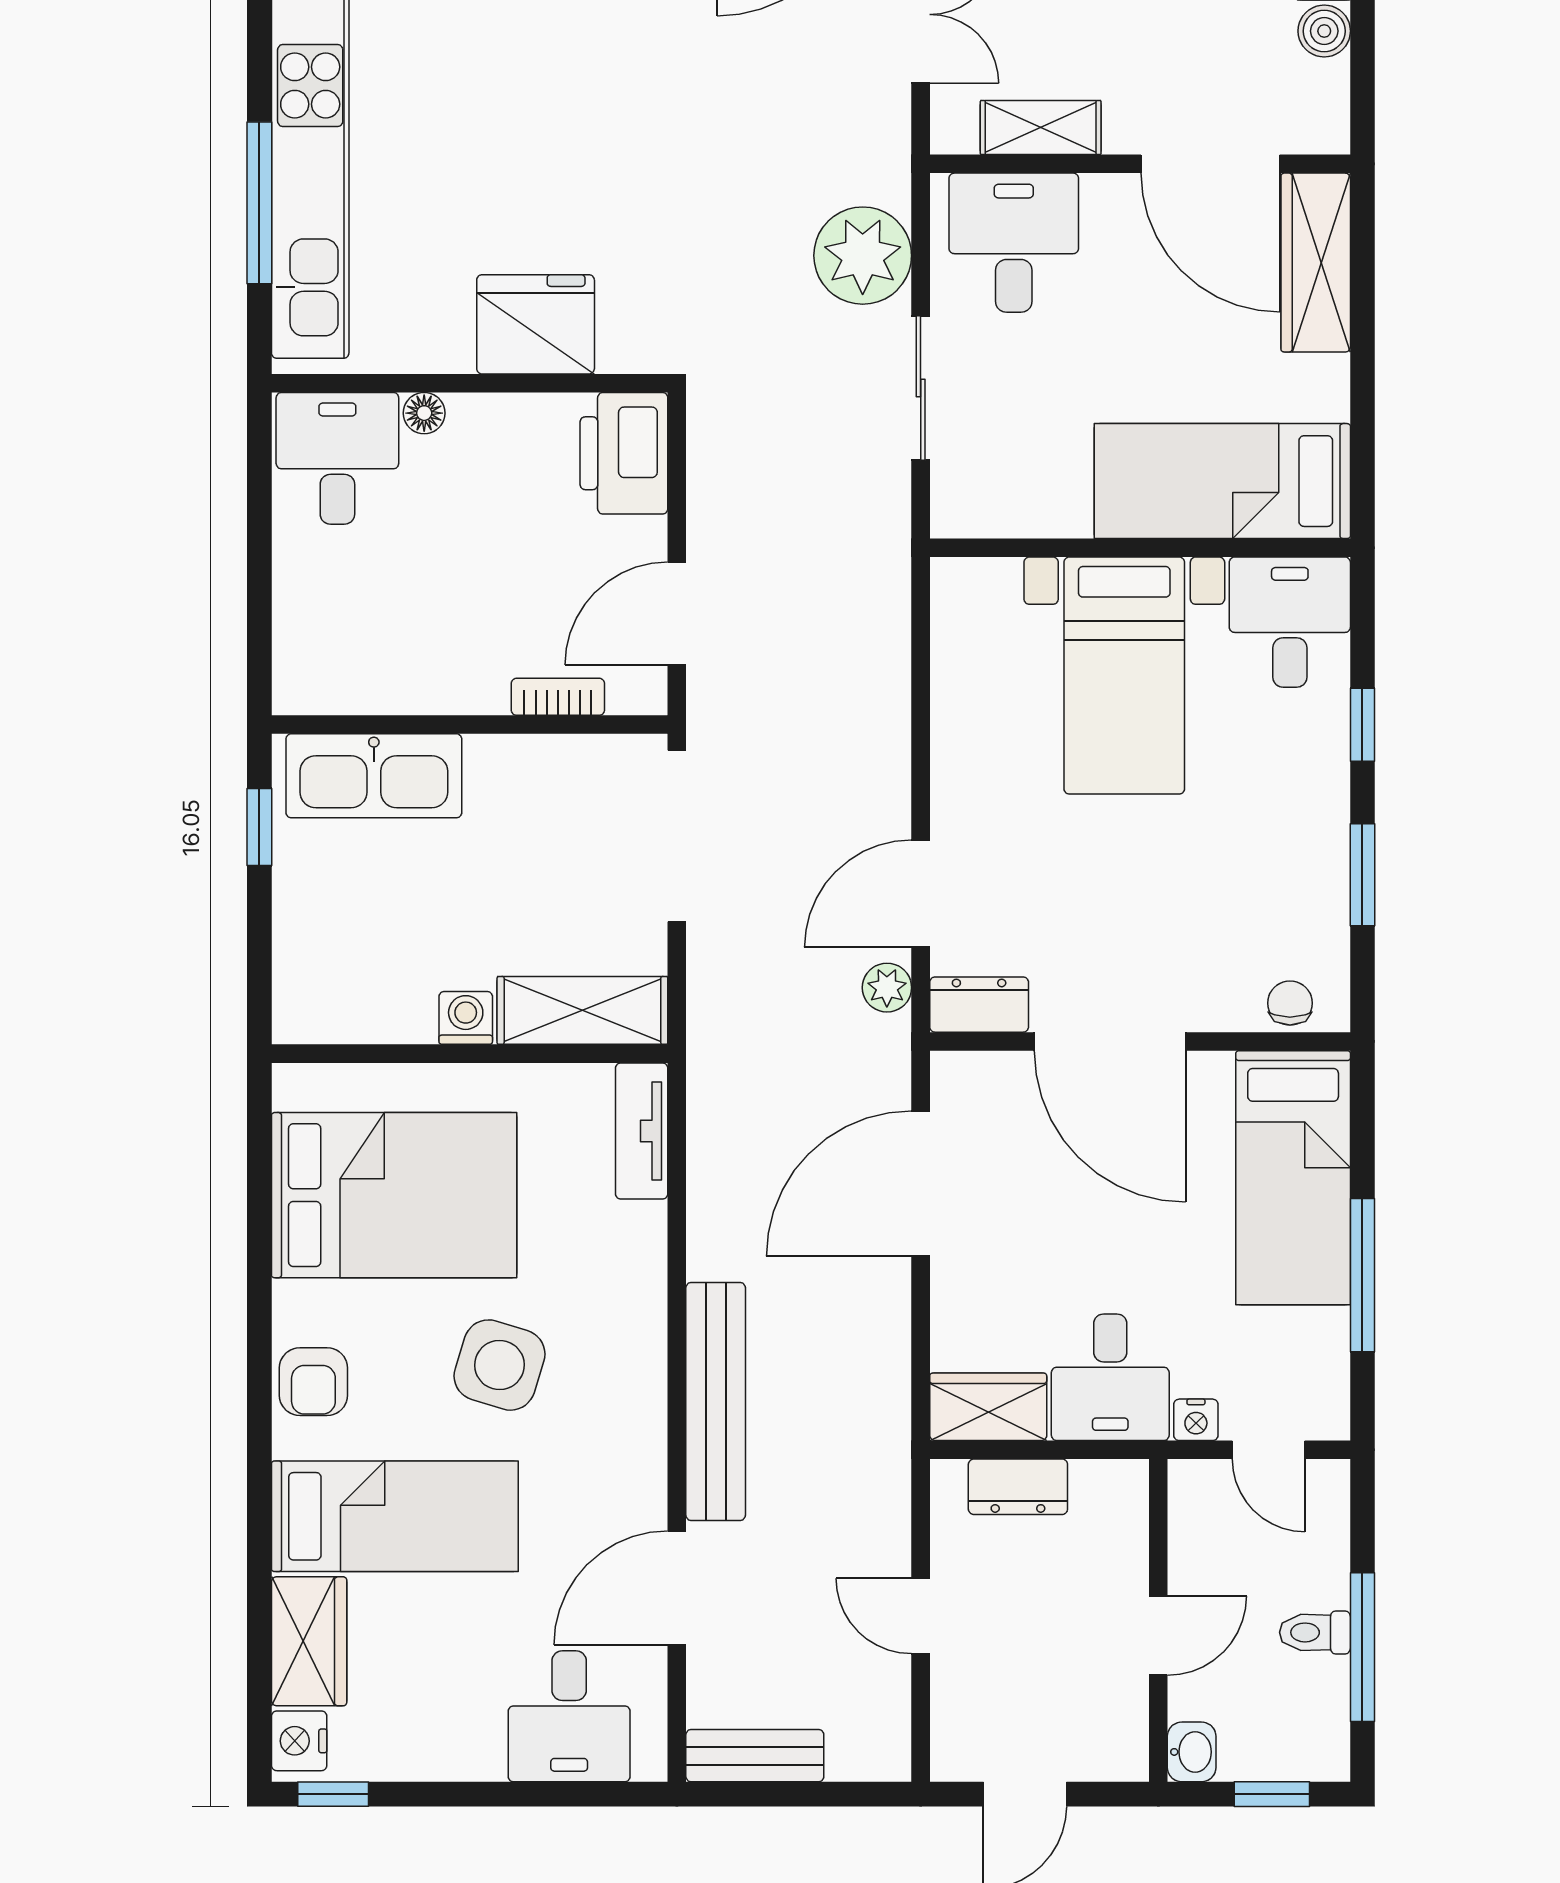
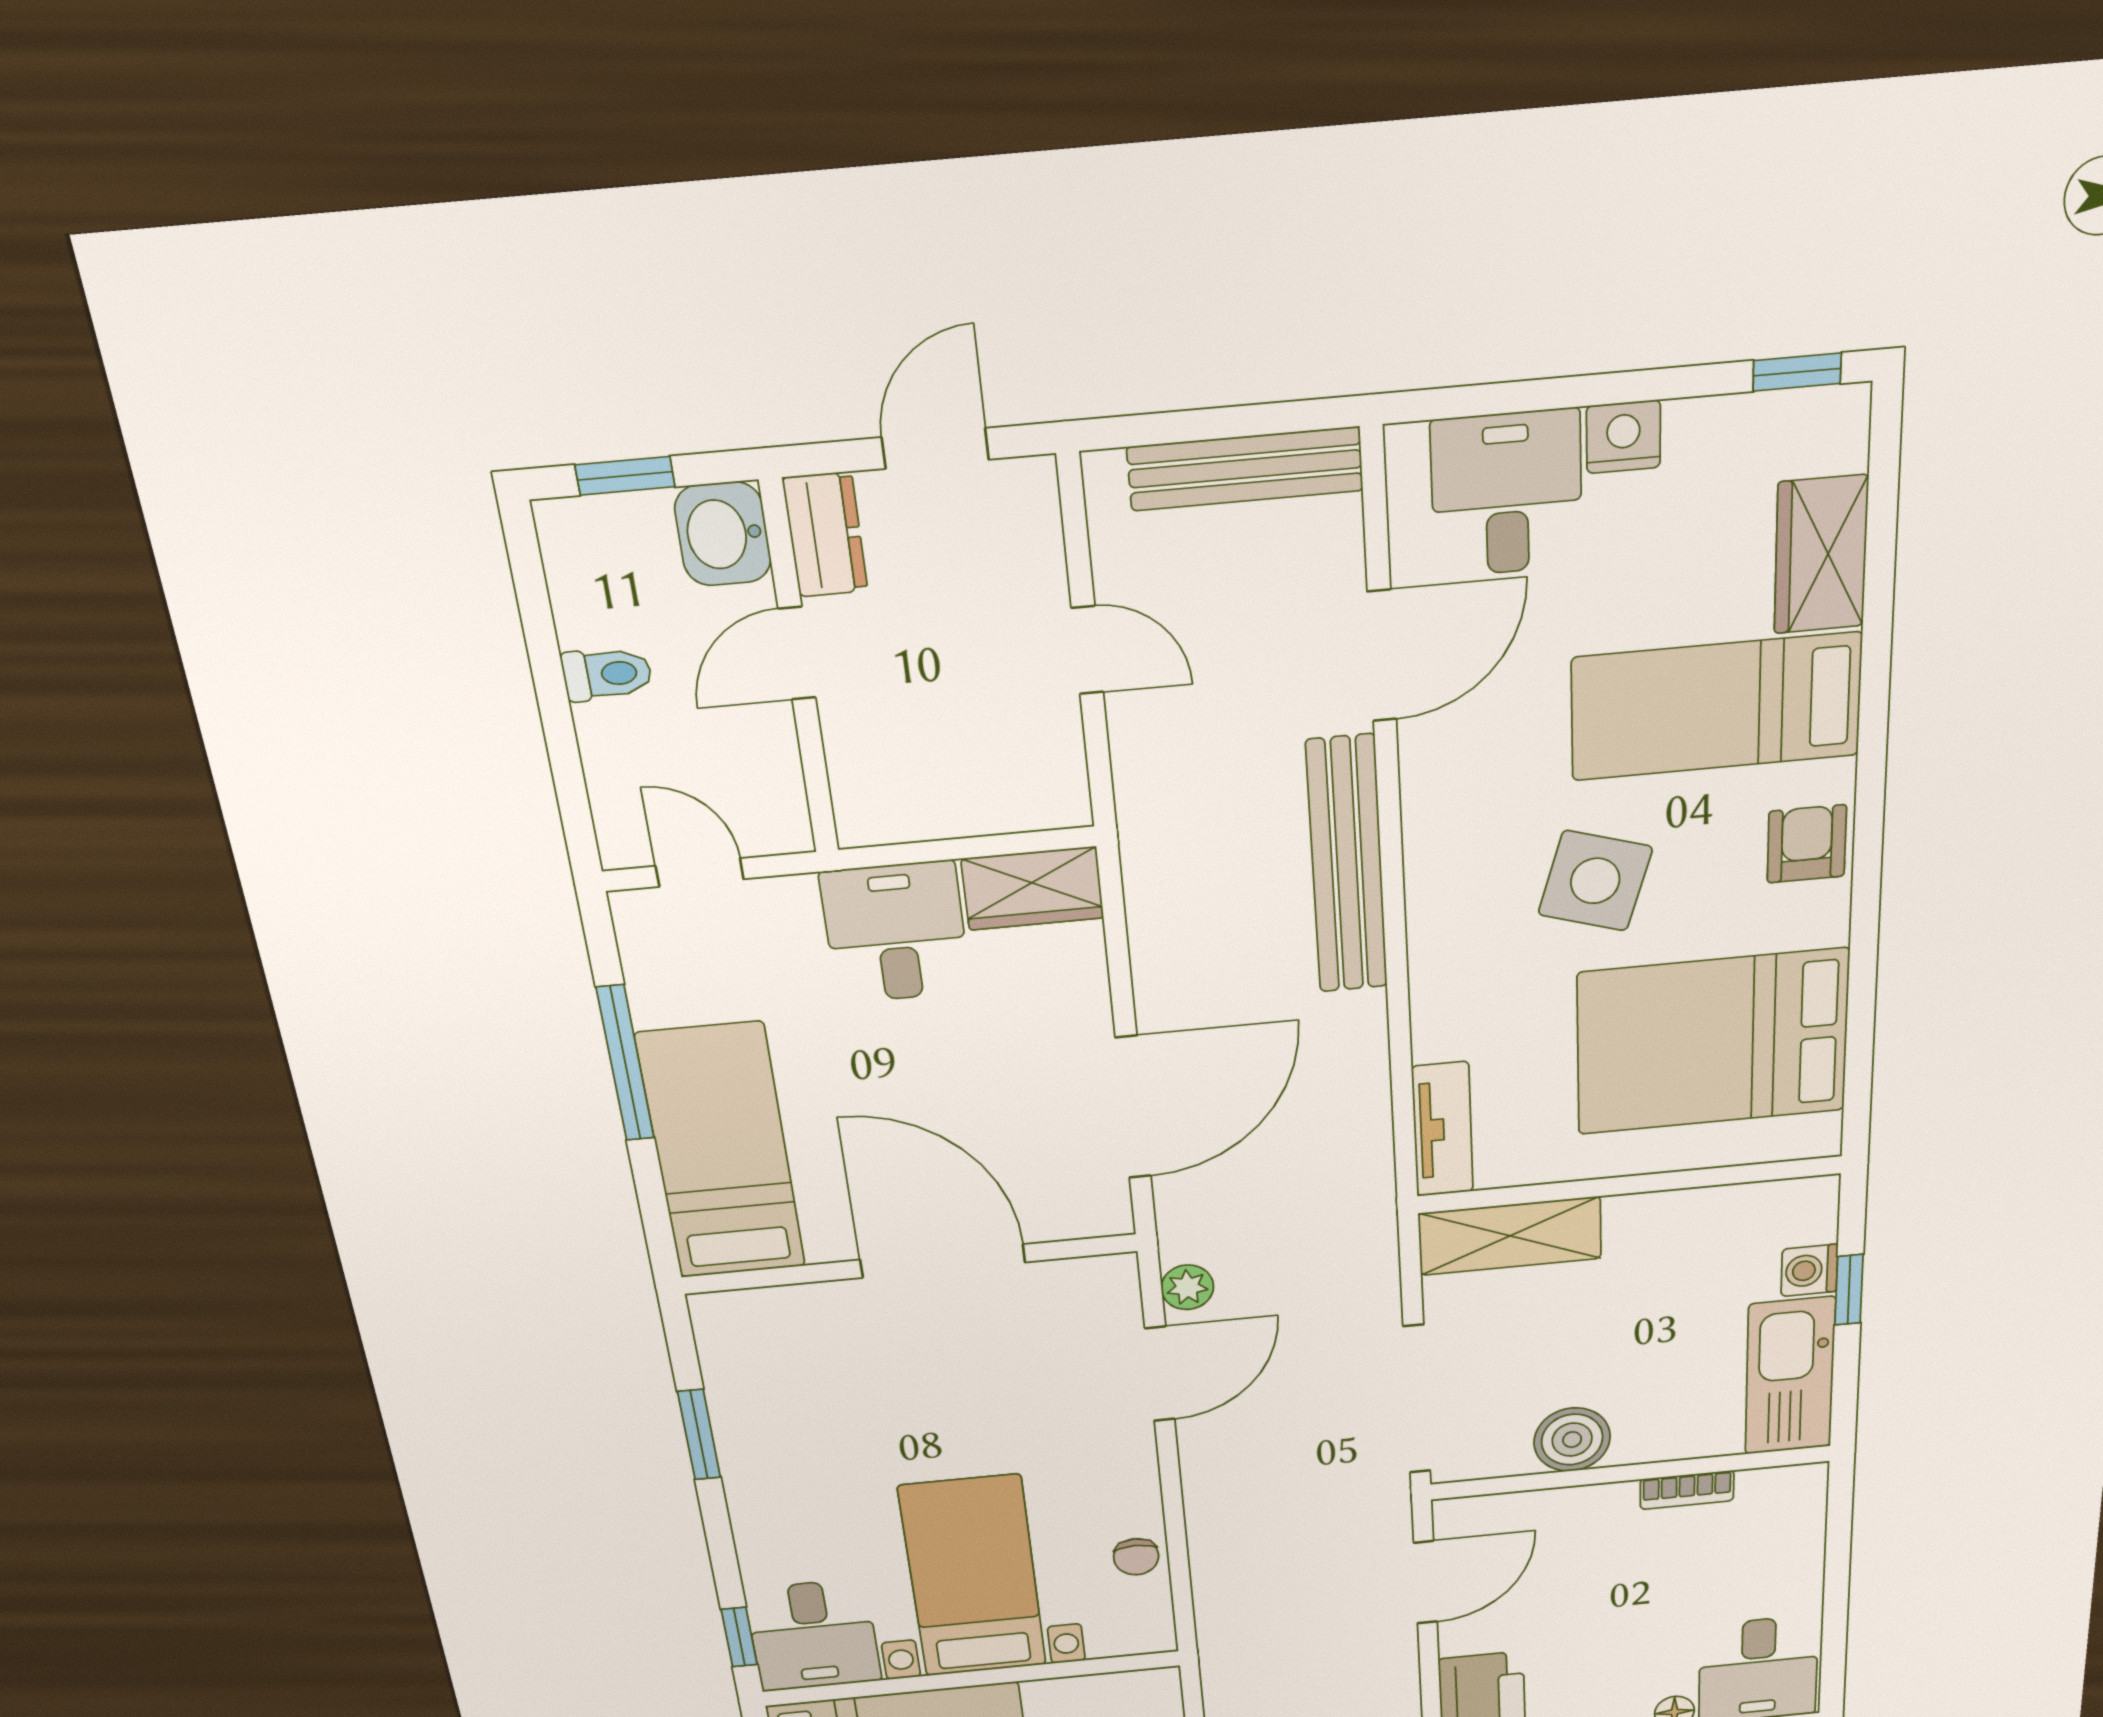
bookcase: (558, 697) -> (1687, 1490), moved
window: (1362, 725) -> (739, 1637), moved
boiler: (527, 771) -> (1572, 1440), added
kitchen sink: (374, 776) -> (1790, 1376), moved, turned -90
window: (259, 827) -> (1849, 1290), moved
chair: (1290, 1003) -> (1136, 1557), moved
dresser: (979, 1005) -> (1088, 1281), removed
washing machine: (466, 1018) -> (1809, 1270), moved, turned 90
nightstand: (1196, 1420) -> (790, 897), removed
dresser: (1018, 1487) -> (825, 535), moved, turned 90
window: (1362, 1647) -> (546, 662), removed
nightstand: (299, 1741) -> (1623, 437), moved, turned -90
washbasin: (1192, 1752) -> (723, 534), width x1.38, depth x1.45
bench: (755, 1756) -> (1245, 469), width x1.36

